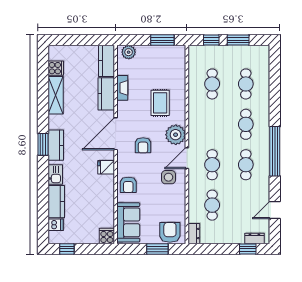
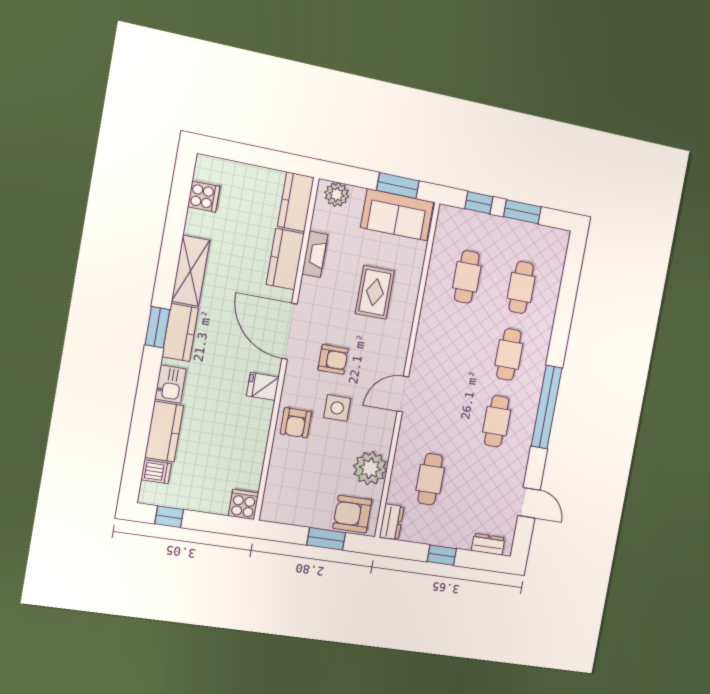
shelving: (56, 95) -> (191, 271), moved
door: (116, 134) -> (289, 331), hinge flipped
plant: (176, 135) -> (370, 468), moved
armchair: (143, 145) -> (333, 359), turned -90
cafe table: (212, 165) -> (442, 412), removed
side table: (168, 177) -> (337, 408), moved
door: (275, 210) -> (529, 503), swing flipped
sofa: (128, 222) -> (397, 215), moved, turned 90
armchair: (170, 232) -> (352, 514), turned -90
window: (248, 249) -> (442, 555), moved

